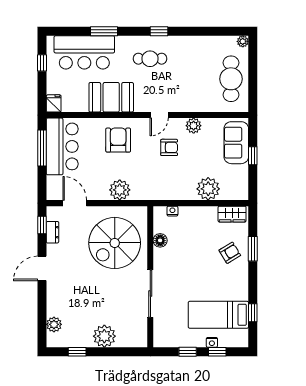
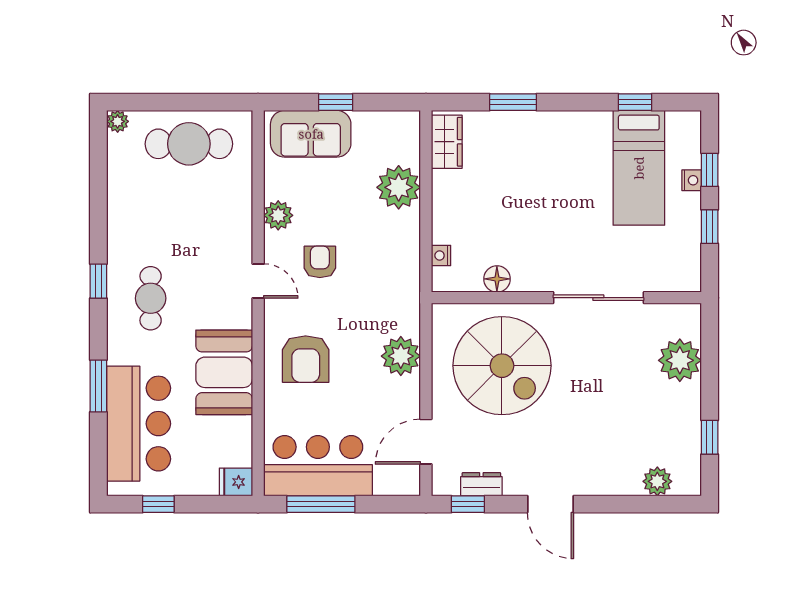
armchair: (118, 140) -> (306, 359), turned -90
armchair: (230, 253) -> (521, 146), removed
plant: (104, 336) -> (680, 360), moved

